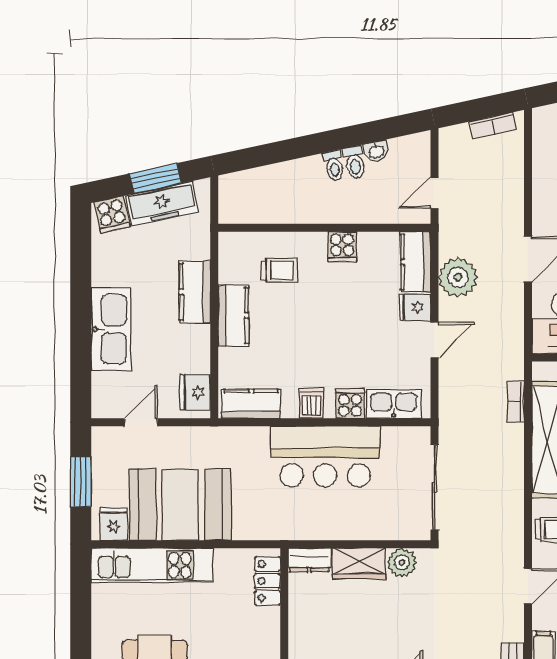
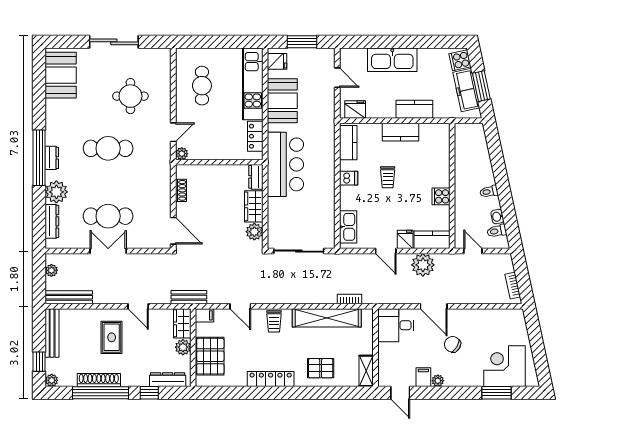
toilet: (355, 162) -> (497, 231), moved
trolley: (279, 270) -> (388, 177), moved
cooker: (350, 403) -> (348, 201), removed
bar counter: (325, 457) -> (285, 164), moved, turned 180
booth: (180, 505) -> (282, 101), width x0.73, depth x0.70
locker: (267, 581) -> (255, 136), moved, turned -90

